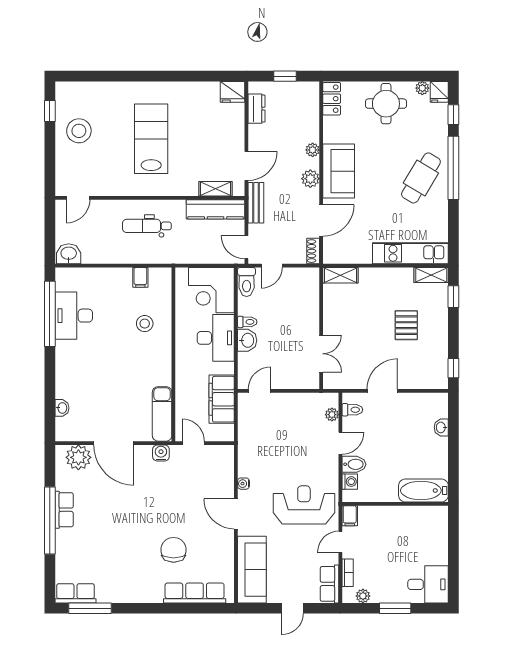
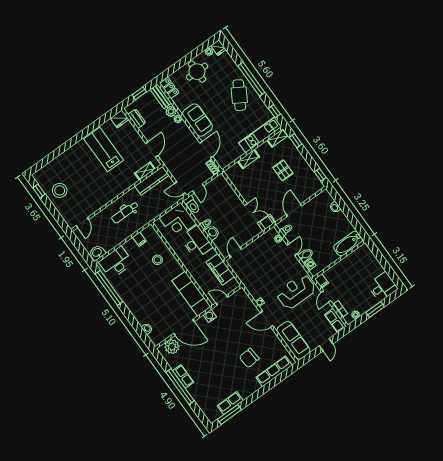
window: (453, 115) -> (274, 111), moved
lab bench: (151, 139) -> (104, 149), moved
plant: (310, 179) -> (171, 111), moved
bench: (256, 203) -> (161, 96), moved
shelving: (340, 275) -> (249, 159), moved
desk: (74, 316) -> (116, 263), moved, turned 90
filing cabinet: (334, 381) -> (268, 222), added
exam couch: (162, 414) -> (191, 294), width x1.36, depth x1.45
chair: (174, 550) -> (249, 358), turned -94
row of seats: (75, 593) -> (230, 403), moved

